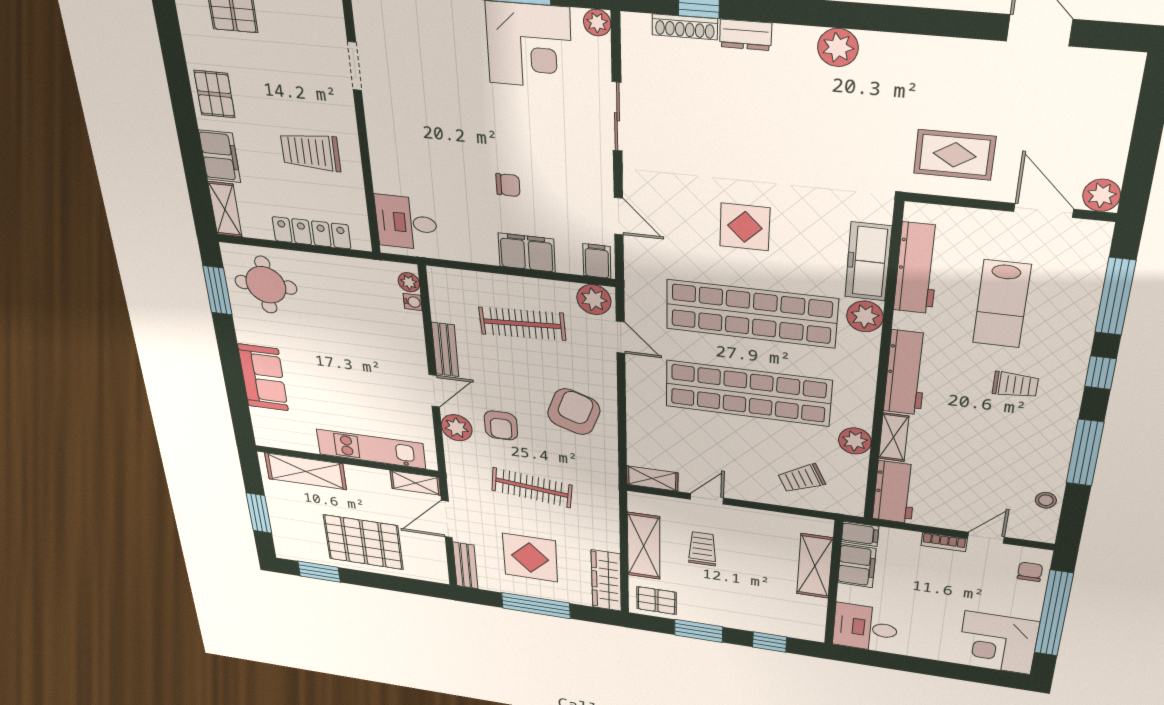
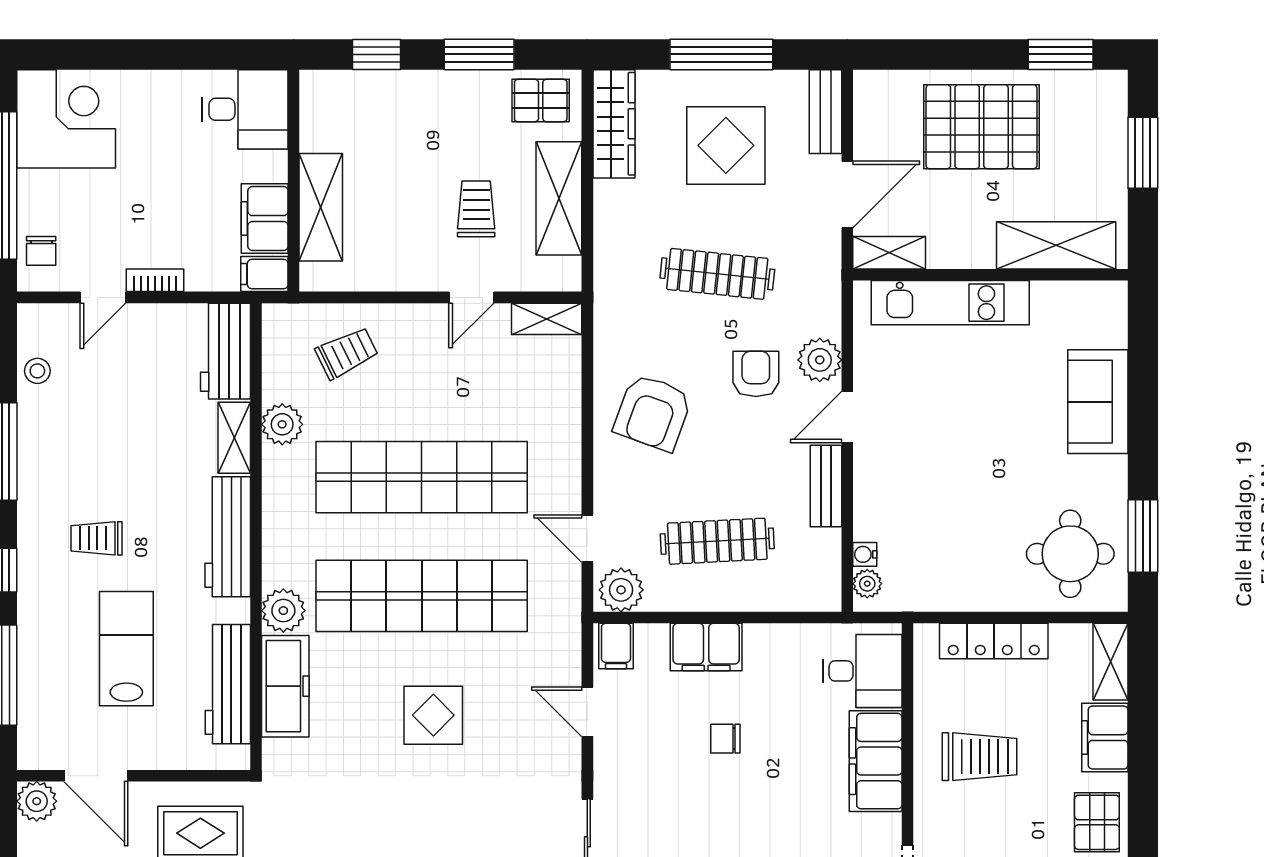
filing cabinet: (389, 156) -> (876, 761), added
trolley: (702, 549) -> (476, 209), turned 180

